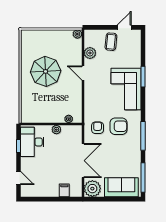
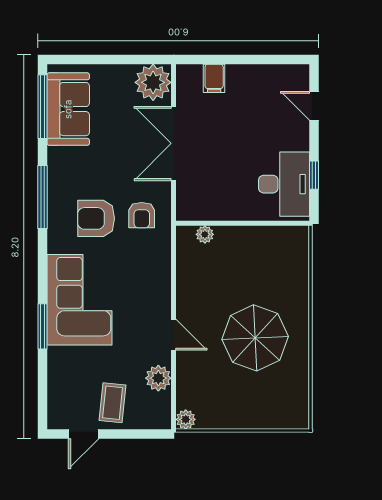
plant: (56, 130) -> (231, 211), removed
sofa: (121, 187) -> (68, 109), moved, turned -90

